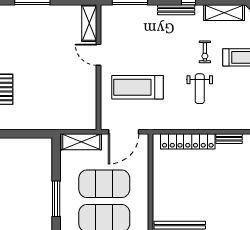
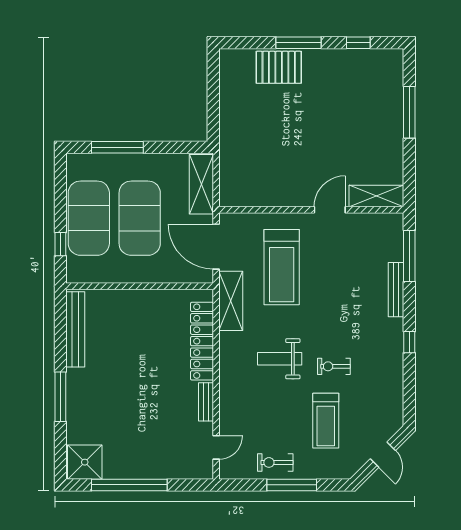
bench: (176, 10) -> (396, 290), moved
shelving: (224, 13) -> (231, 301), moved
treadmill: (137, 87) -> (282, 267), turned 180

